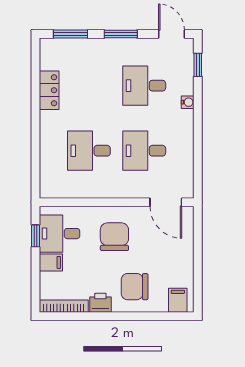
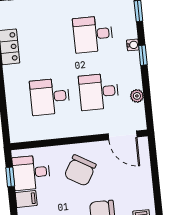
window: (198, 115) -> (143, 55), added
plant: (186, 160) -> (137, 96), added
chair: (114, 237) -> (80, 170), turned -150

